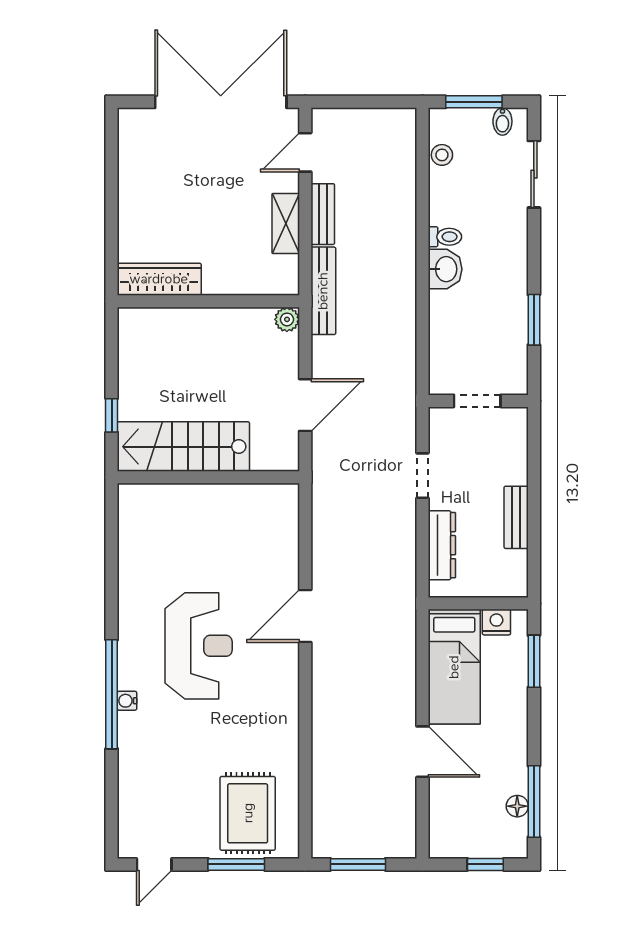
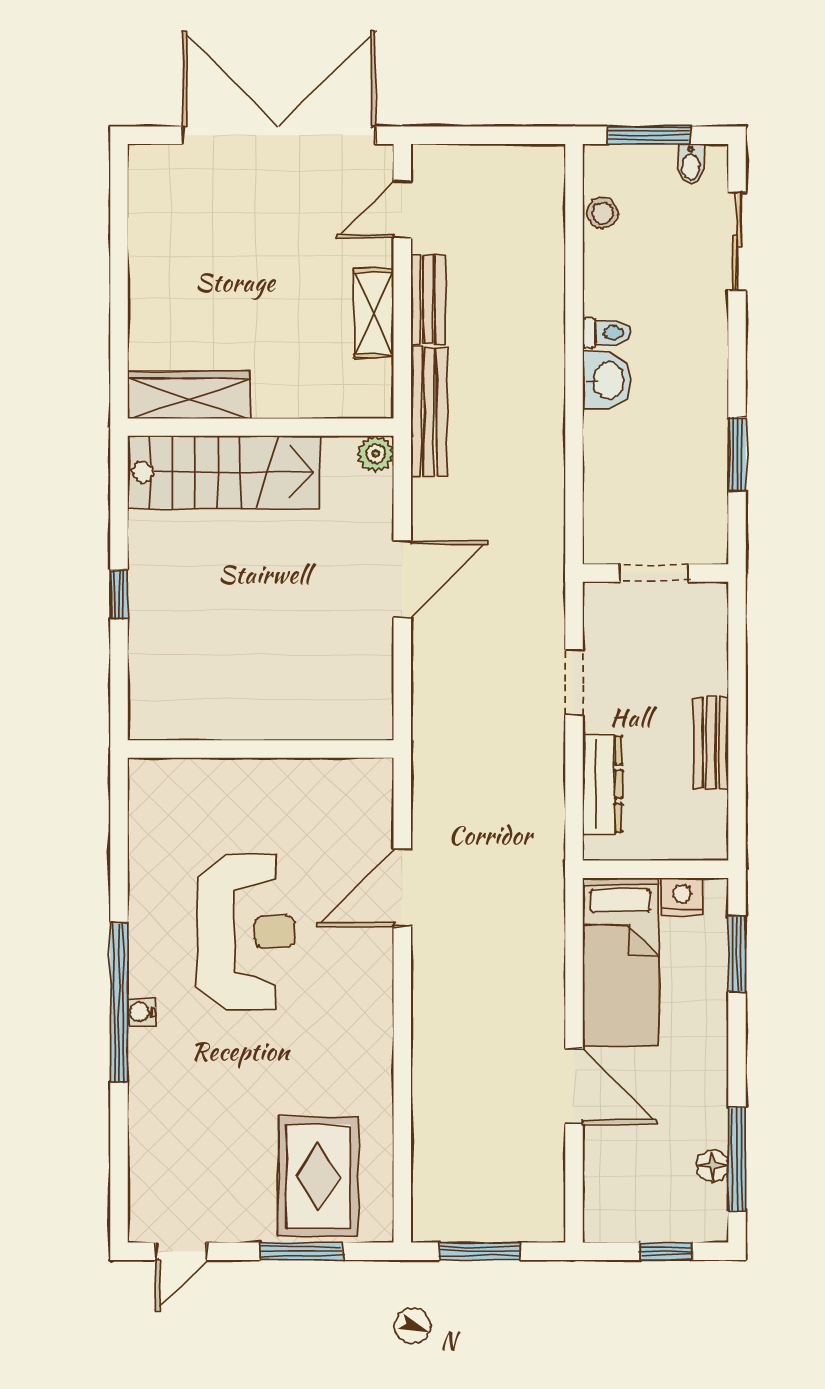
stairs: (183, 447) -> (224, 472), moved, turned 180
wall: (208, 477) -> (261, 749), moved

